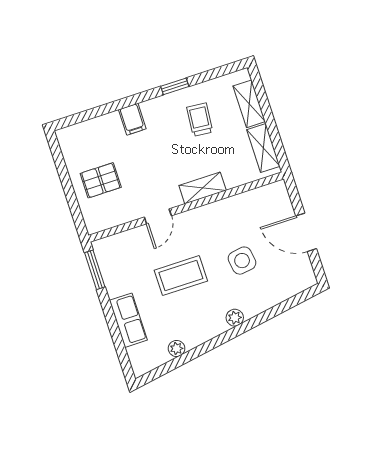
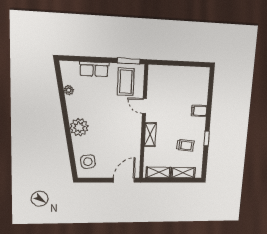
pallet: (101, 180) -> (175, 82), removed
door: (306, 232) -> (124, 180), moved
side table: (242, 261) -> (88, 162), moved
coffee table: (181, 276) -> (126, 82), moved
plant: (235, 318) -> (79, 127), width x1.87, depth x1.87

